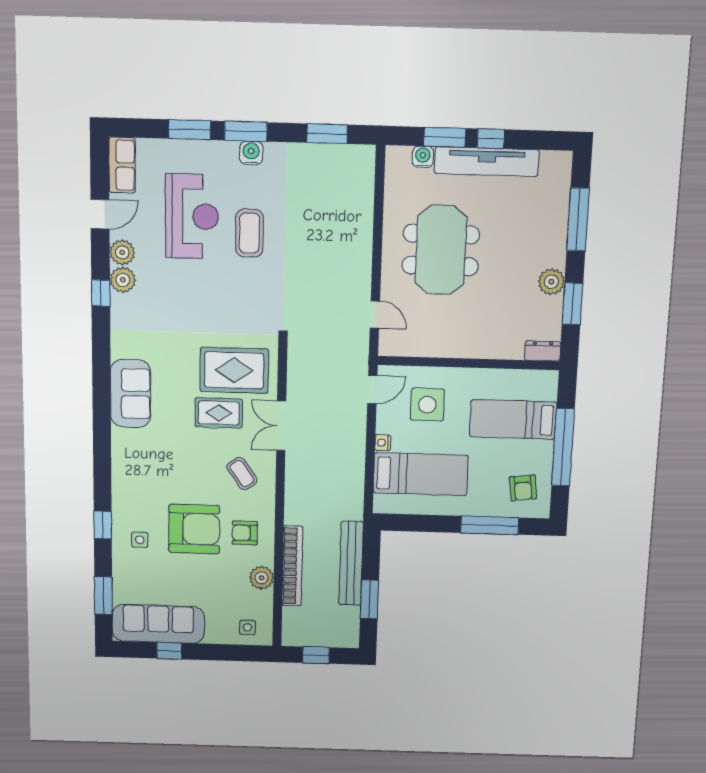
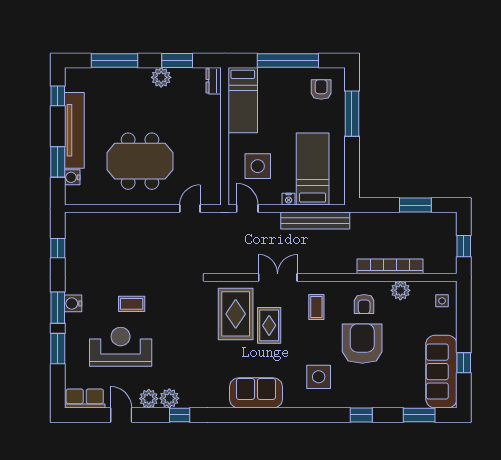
window: (327, 134) -> (58, 248), width x0.67
window: (491, 139) -> (58, 96), moved
coffee table: (249, 233) -> (132, 304), width x0.73, depth x0.77
bed: (513, 419) -> (243, 100), moved
double door: (281, 426) -> (278, 277), swing flipped
coffee table: (242, 474) -> (316, 307), turned -55
armchair: (523, 488) -> (321, 89), turned -83
side table: (140, 540) -> (319, 377), moved, width x1.87, depth x1.87
bench: (351, 563) -> (315, 221), moved

